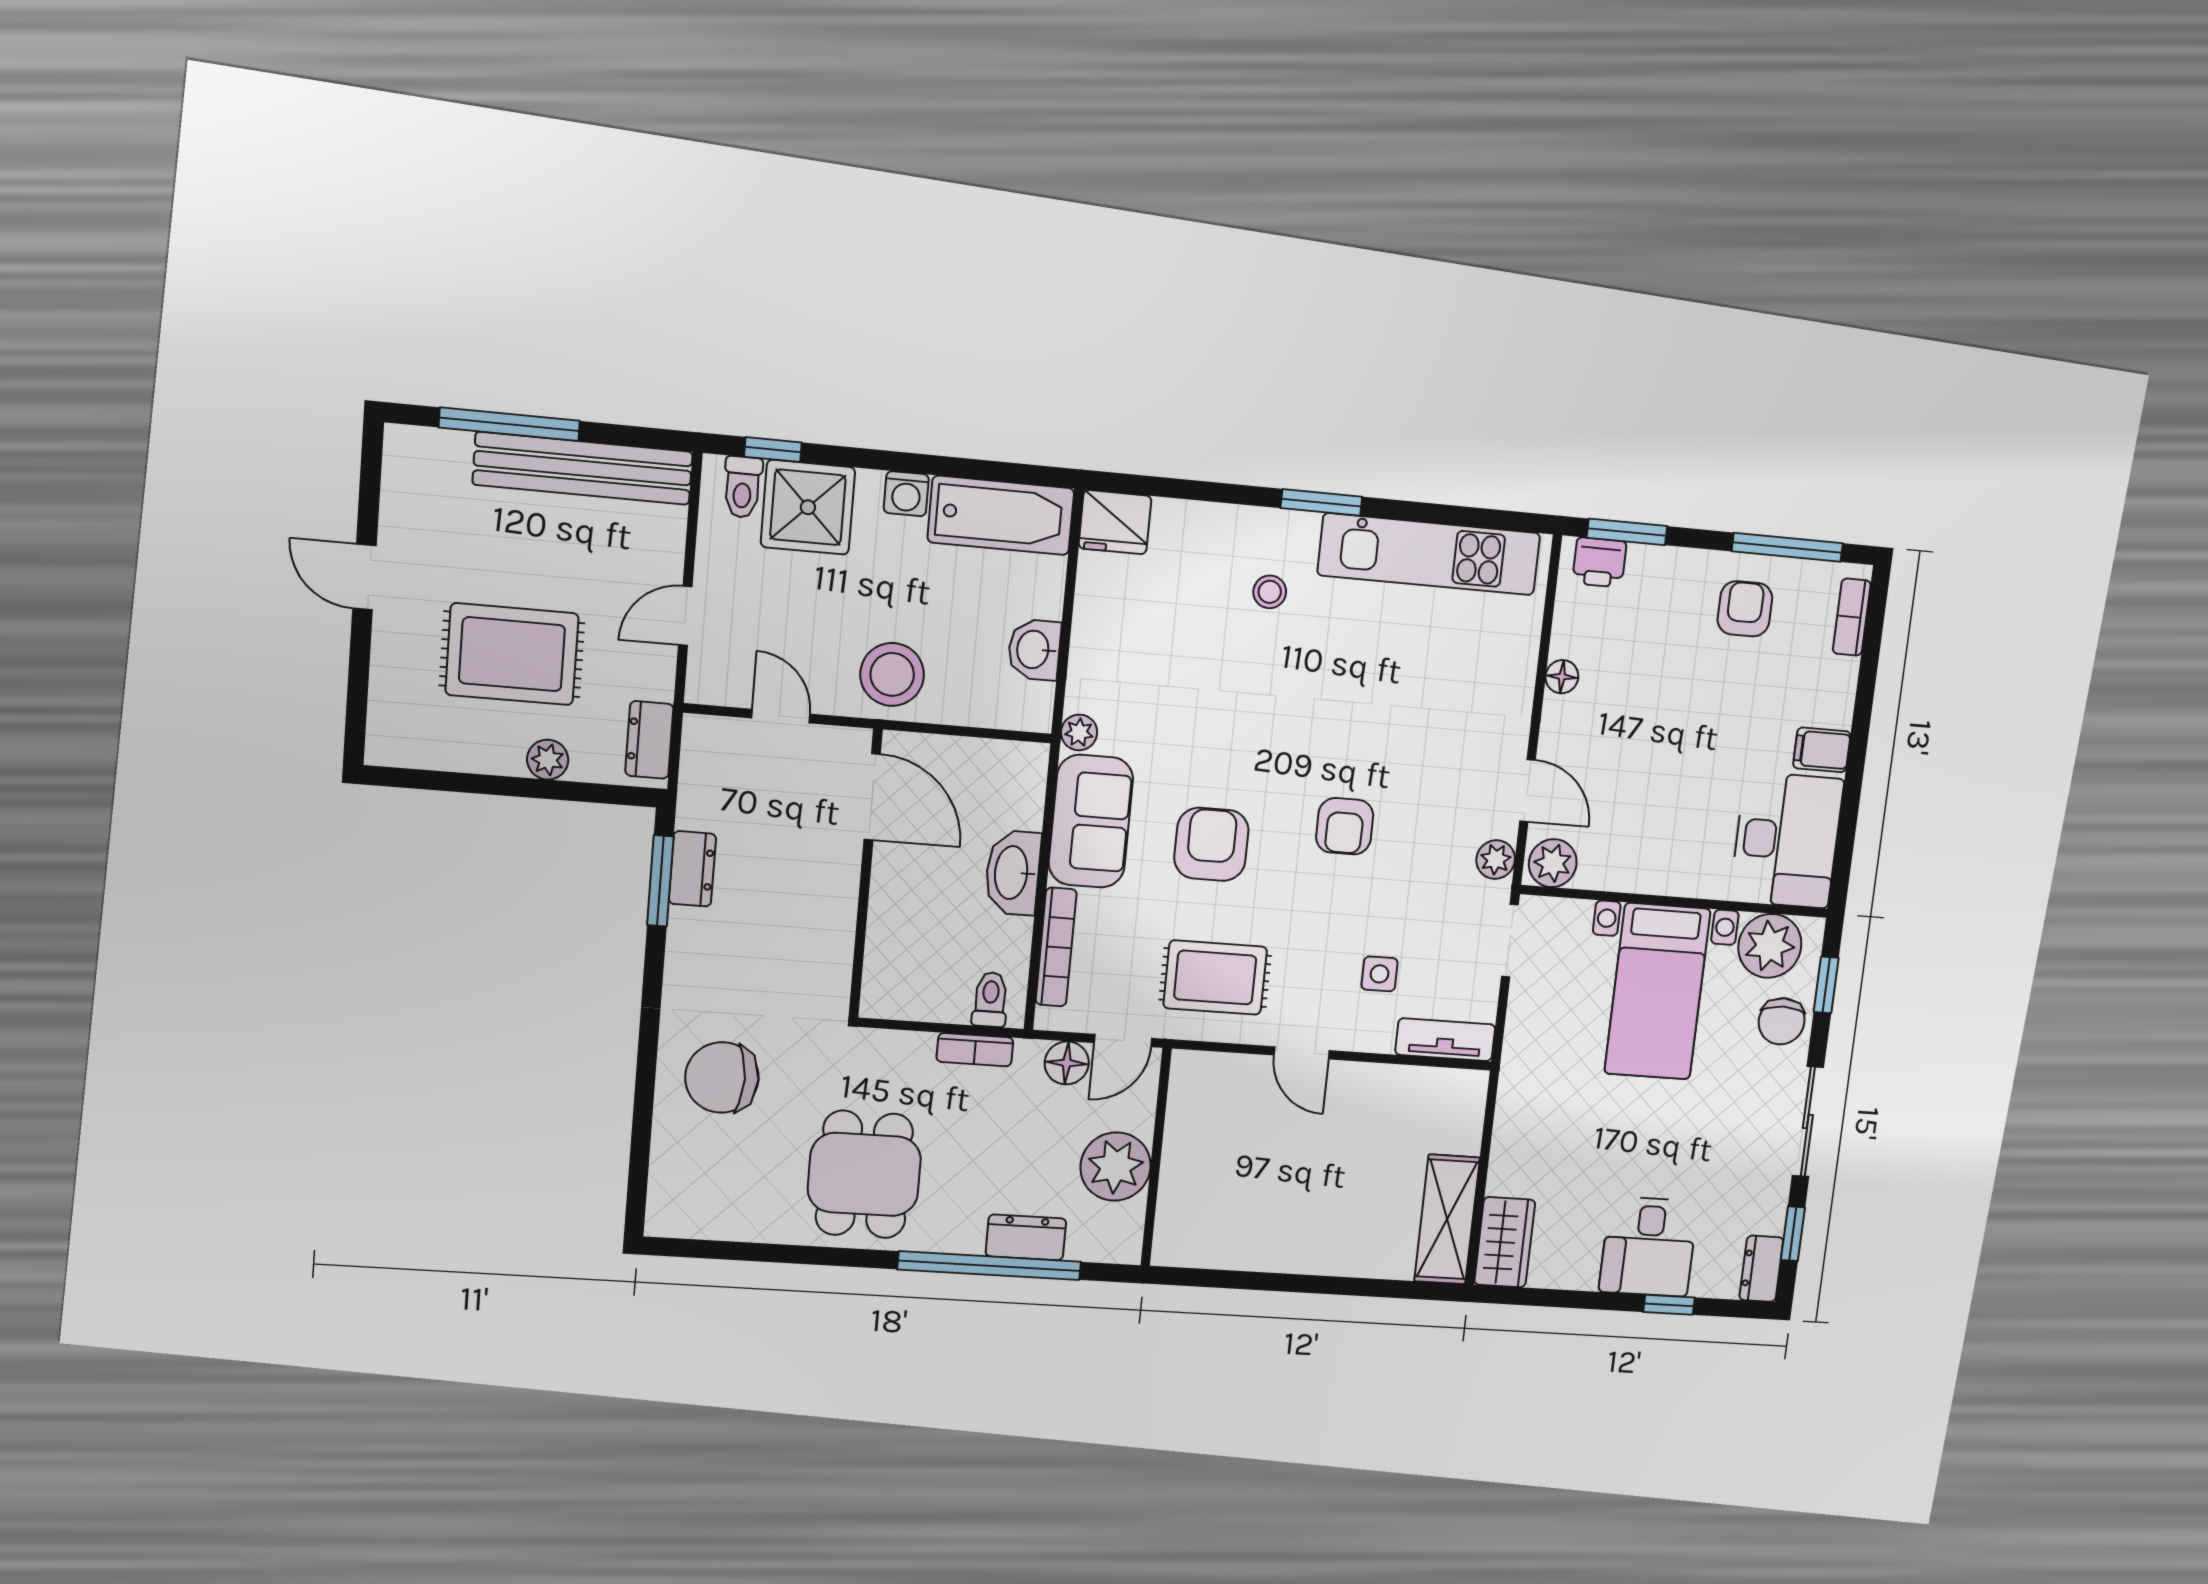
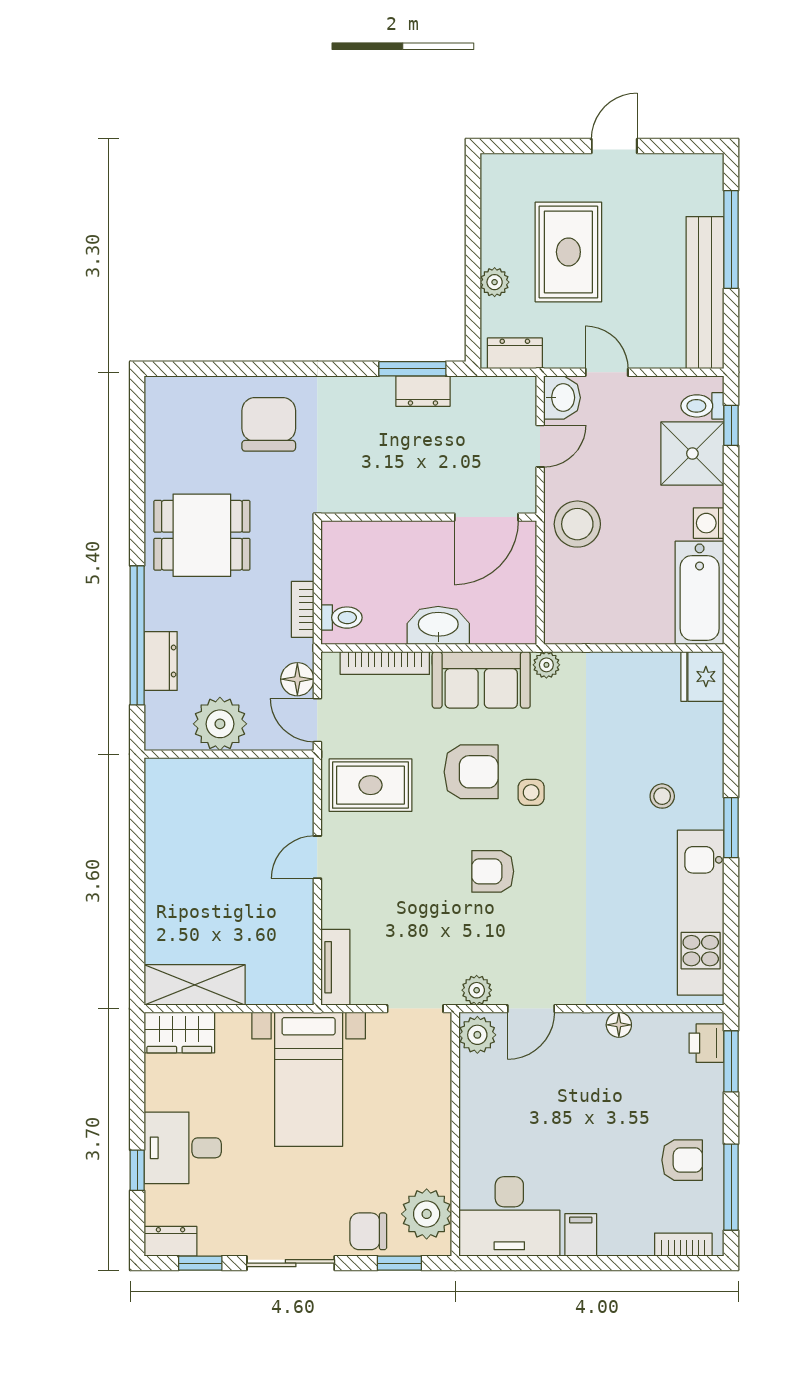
washbasin: (1034, 650) -> (562, 398), moved, turned 90
side table: (1380, 974) -> (531, 792), moved
rug: (1215, 977) -> (370, 785), turned 90
bed with nightstands: (1657, 991) -> (309, 1079), moved, turned -90

